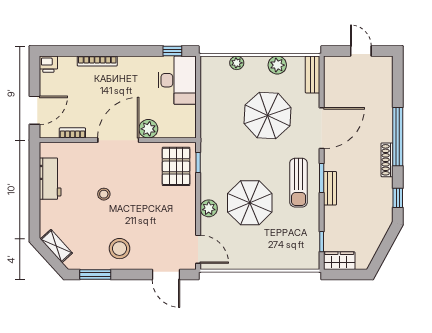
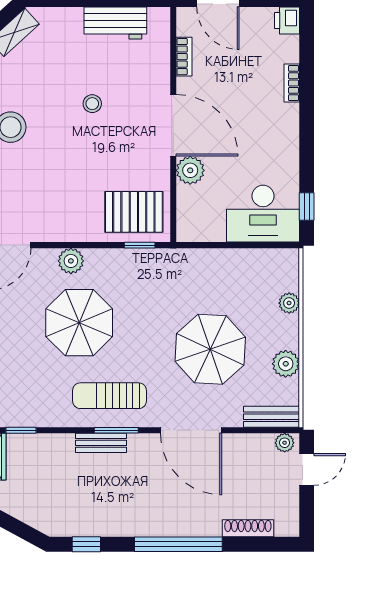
door: (361, 51) -> (307, 469), moved
bookcase: (97, 61) -> (292, 83), width x0.64
plant: (330, 66) -> (285, 443), added
shoe rack: (387, 160) -> (248, 528), moved

